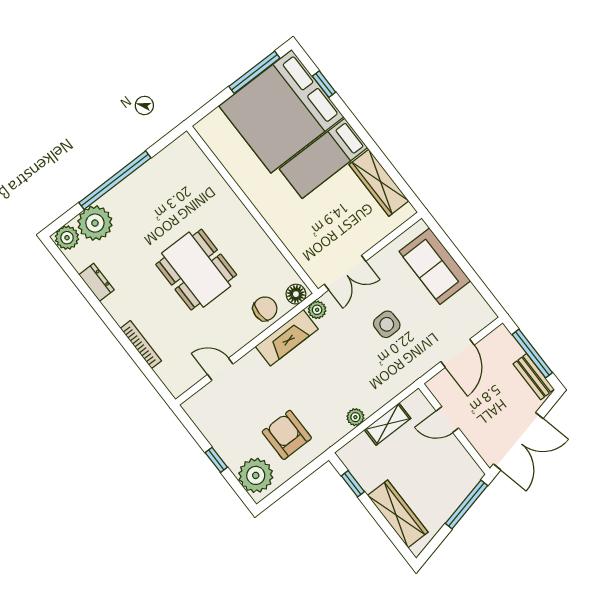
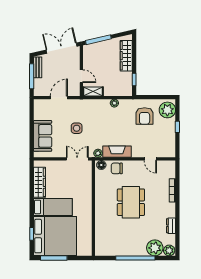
shelving: (388, 424) -> (93, 91), moved

